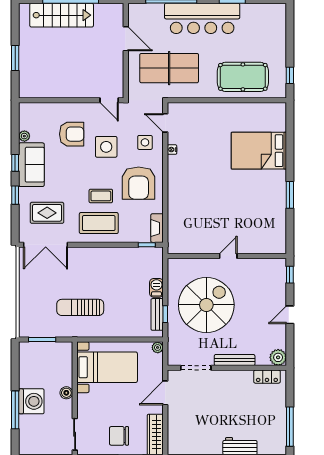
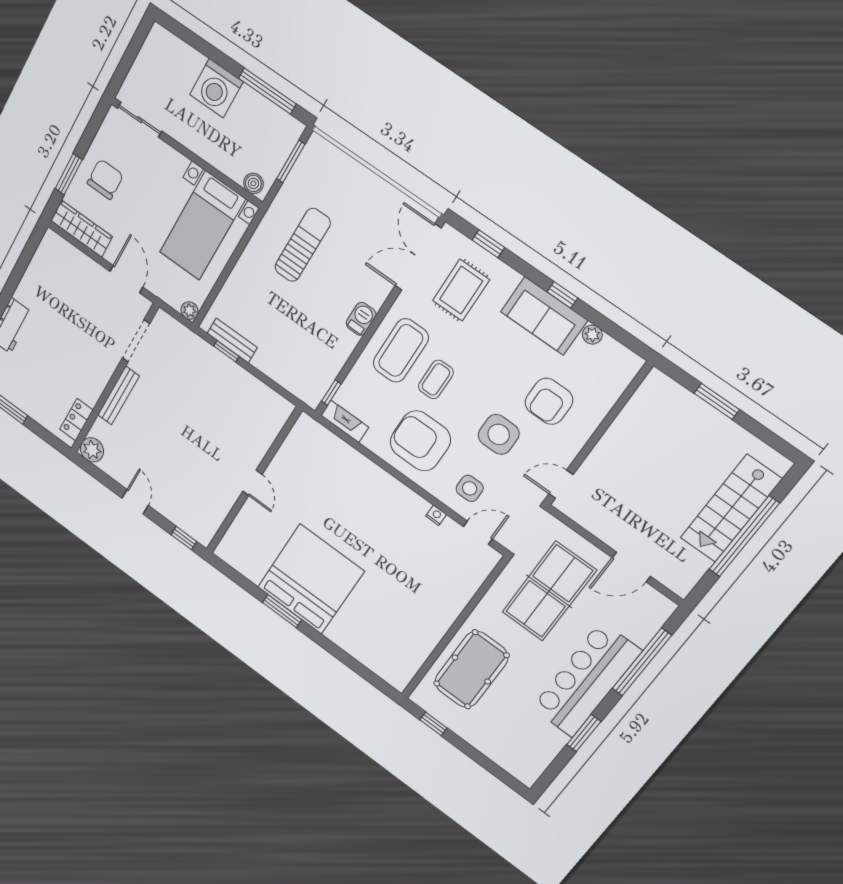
bed: (259, 151) -> (311, 579), moved, width x1.36
window: (15, 195) -> (488, 244), moved
barbecue: (156, 288) -> (361, 319), moved, turned -90
spiral stairs: (206, 305) -> (207, 411), removed
boiler: (66, 393) -> (253, 183), moved
window: (15, 410) -> (267, 91), moved

